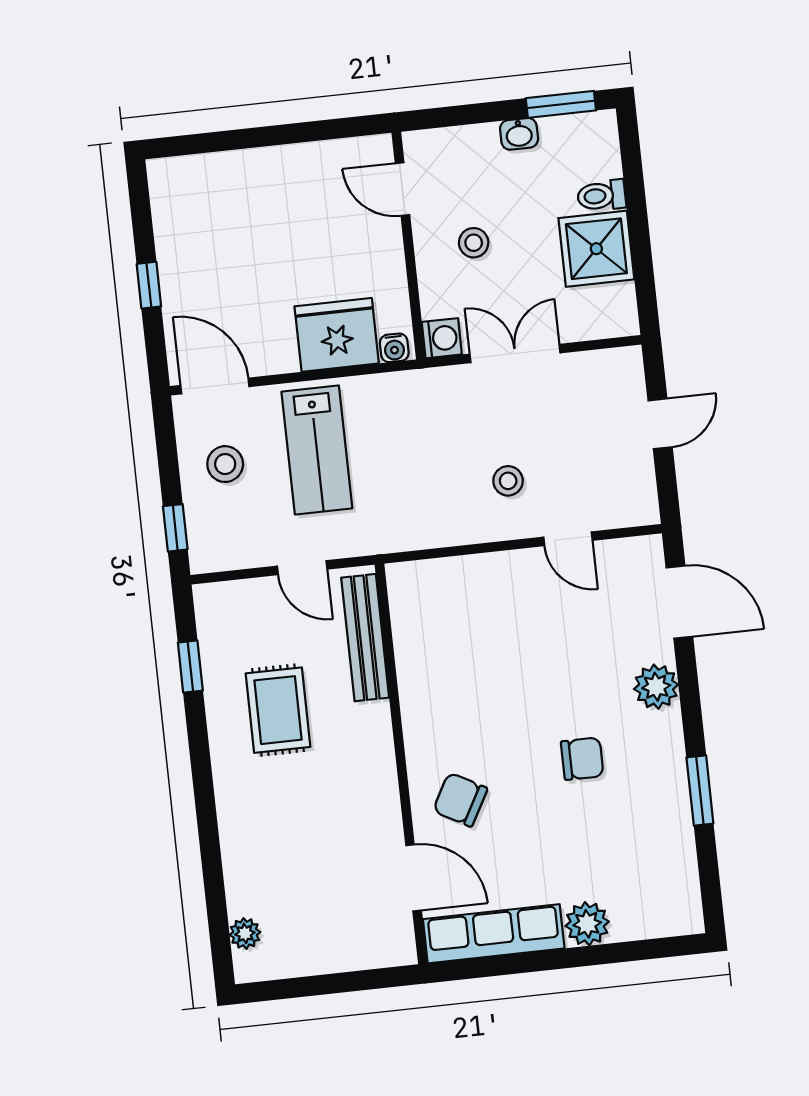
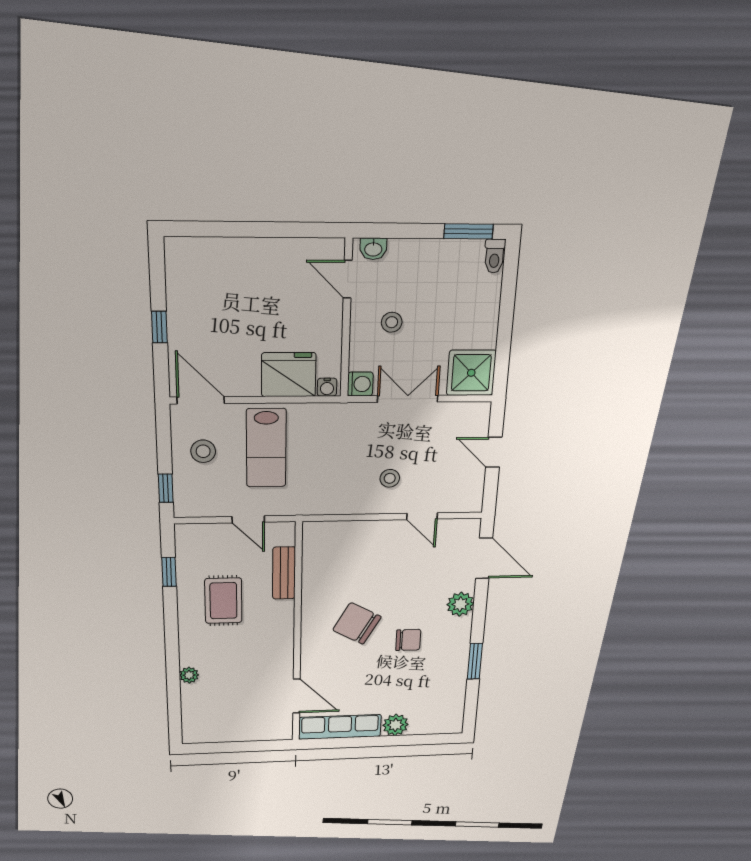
washbasin: (519, 134) -> (373, 249), moved
toilet: (602, 196) -> (495, 256), moved, turned -90
shower: (596, 249) -> (471, 373), moved
door: (660, 424) -> (494, 452), swing flipped
bench: (365, 638) -> (284, 573), width x0.73
chair: (460, 800) -> (357, 623), moved, width x1.37, depth x1.37
plant: (245, 933) -> (189, 675), moved

